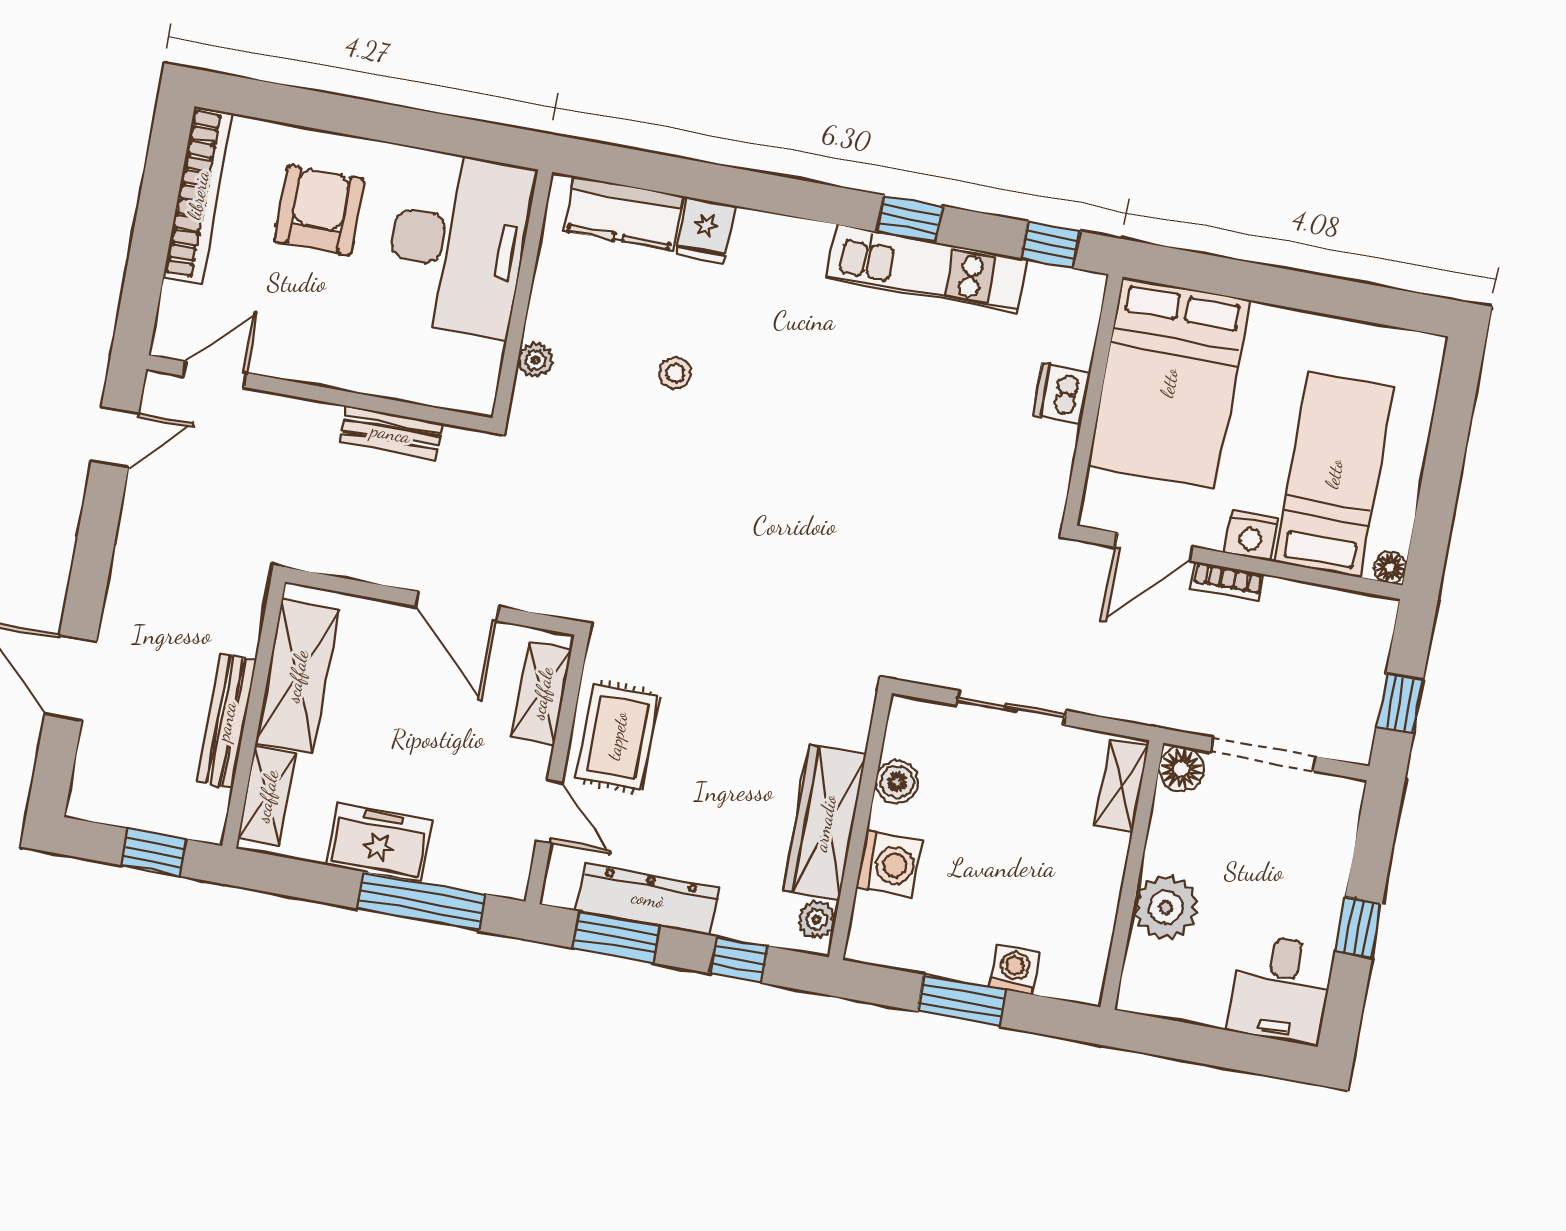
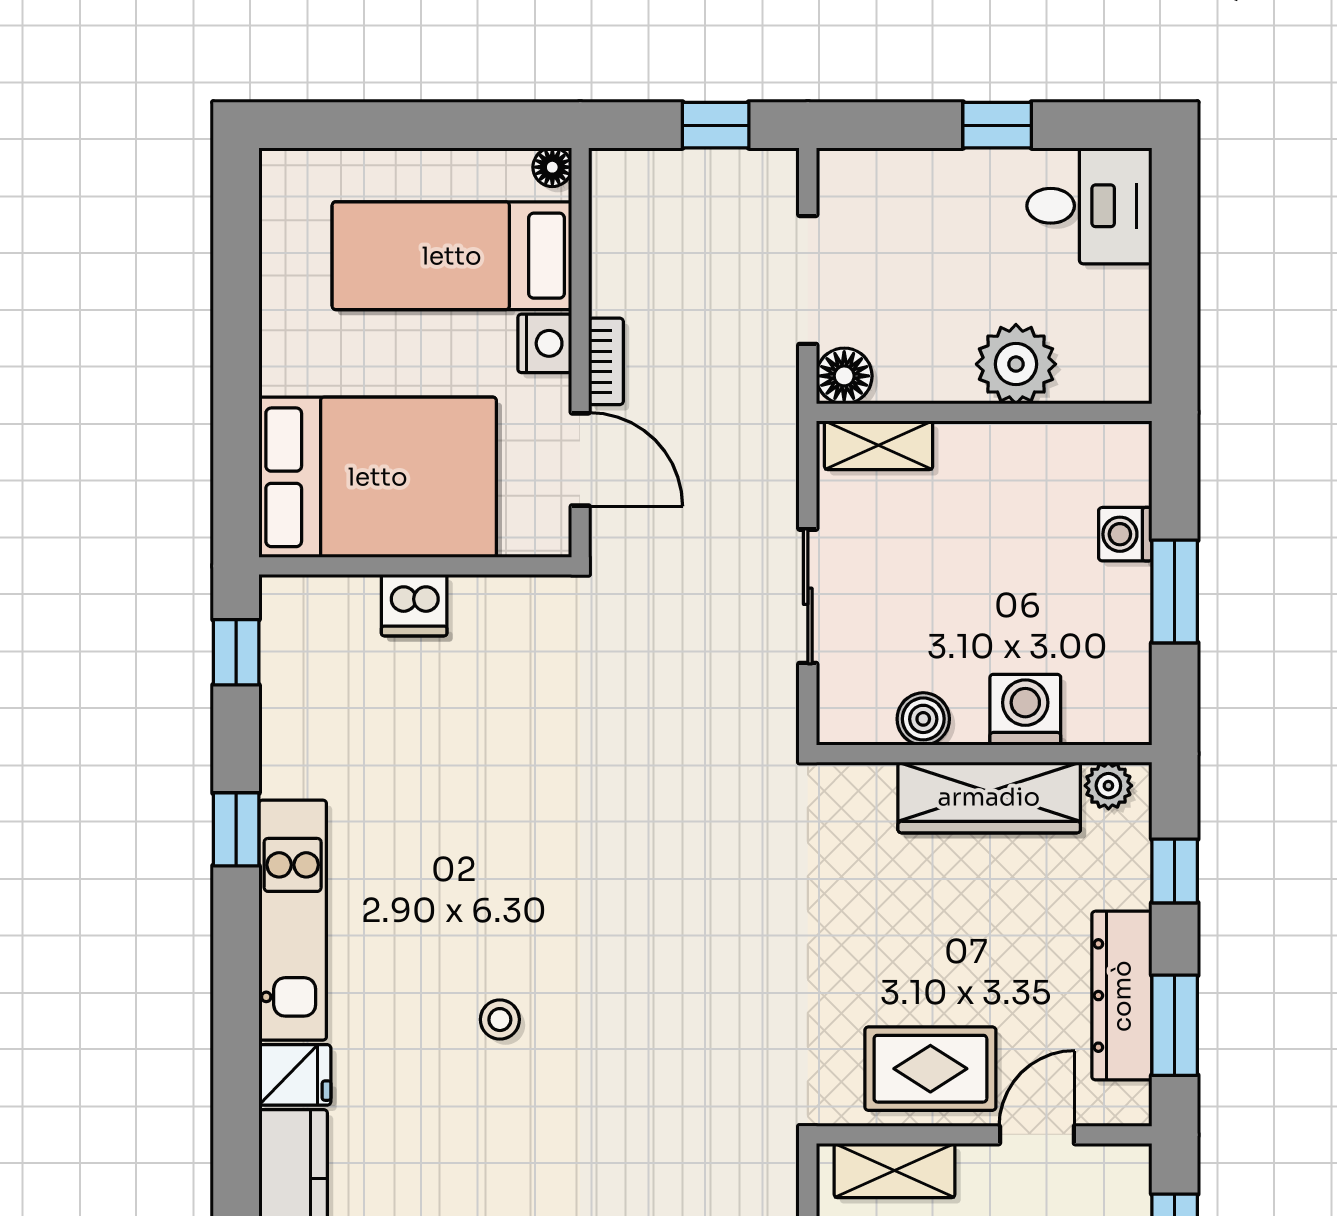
kitchen unit: (927, 269) -> (293, 920), moved
stool: (675, 373) -> (500, 1020), moved

